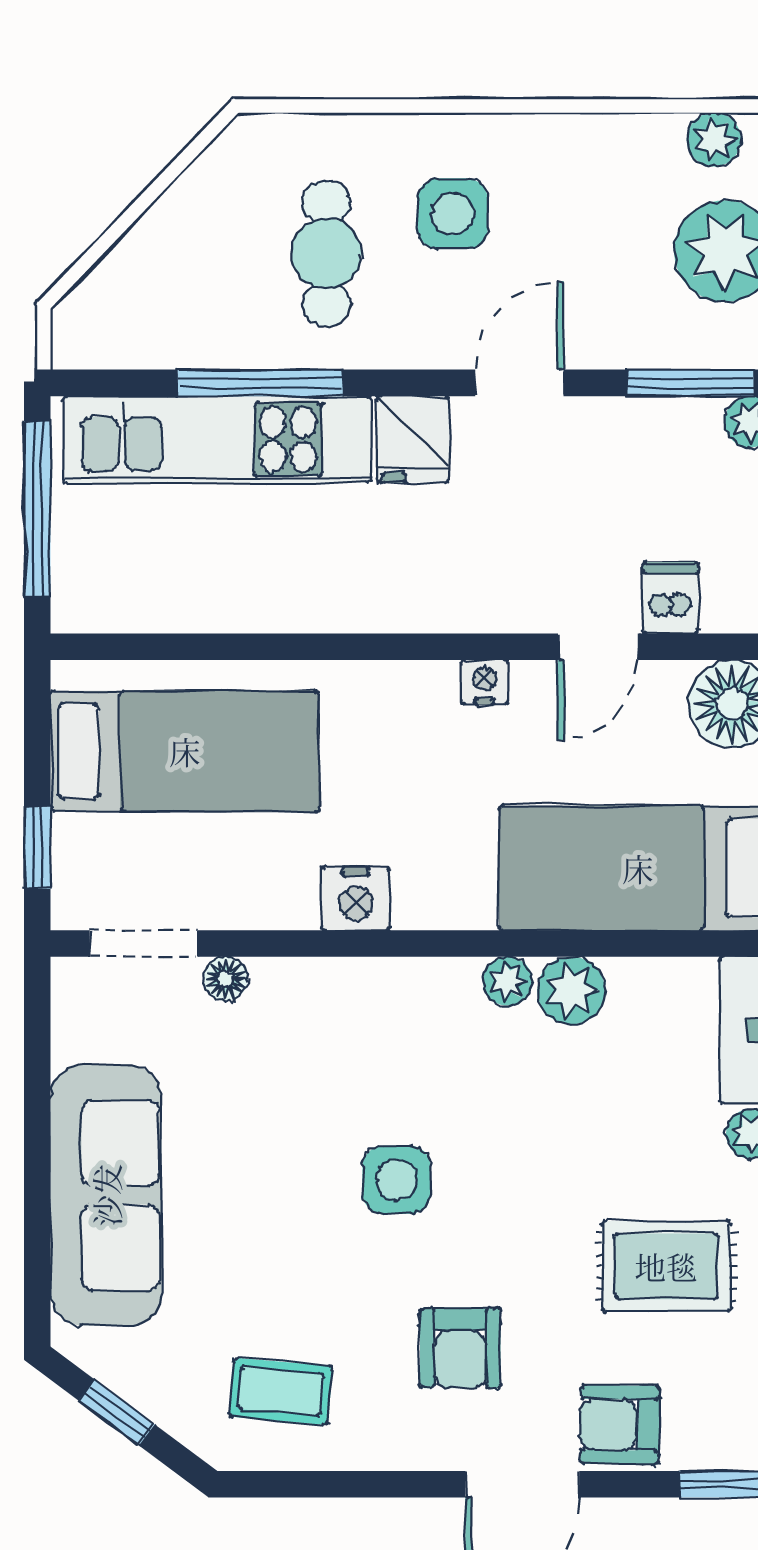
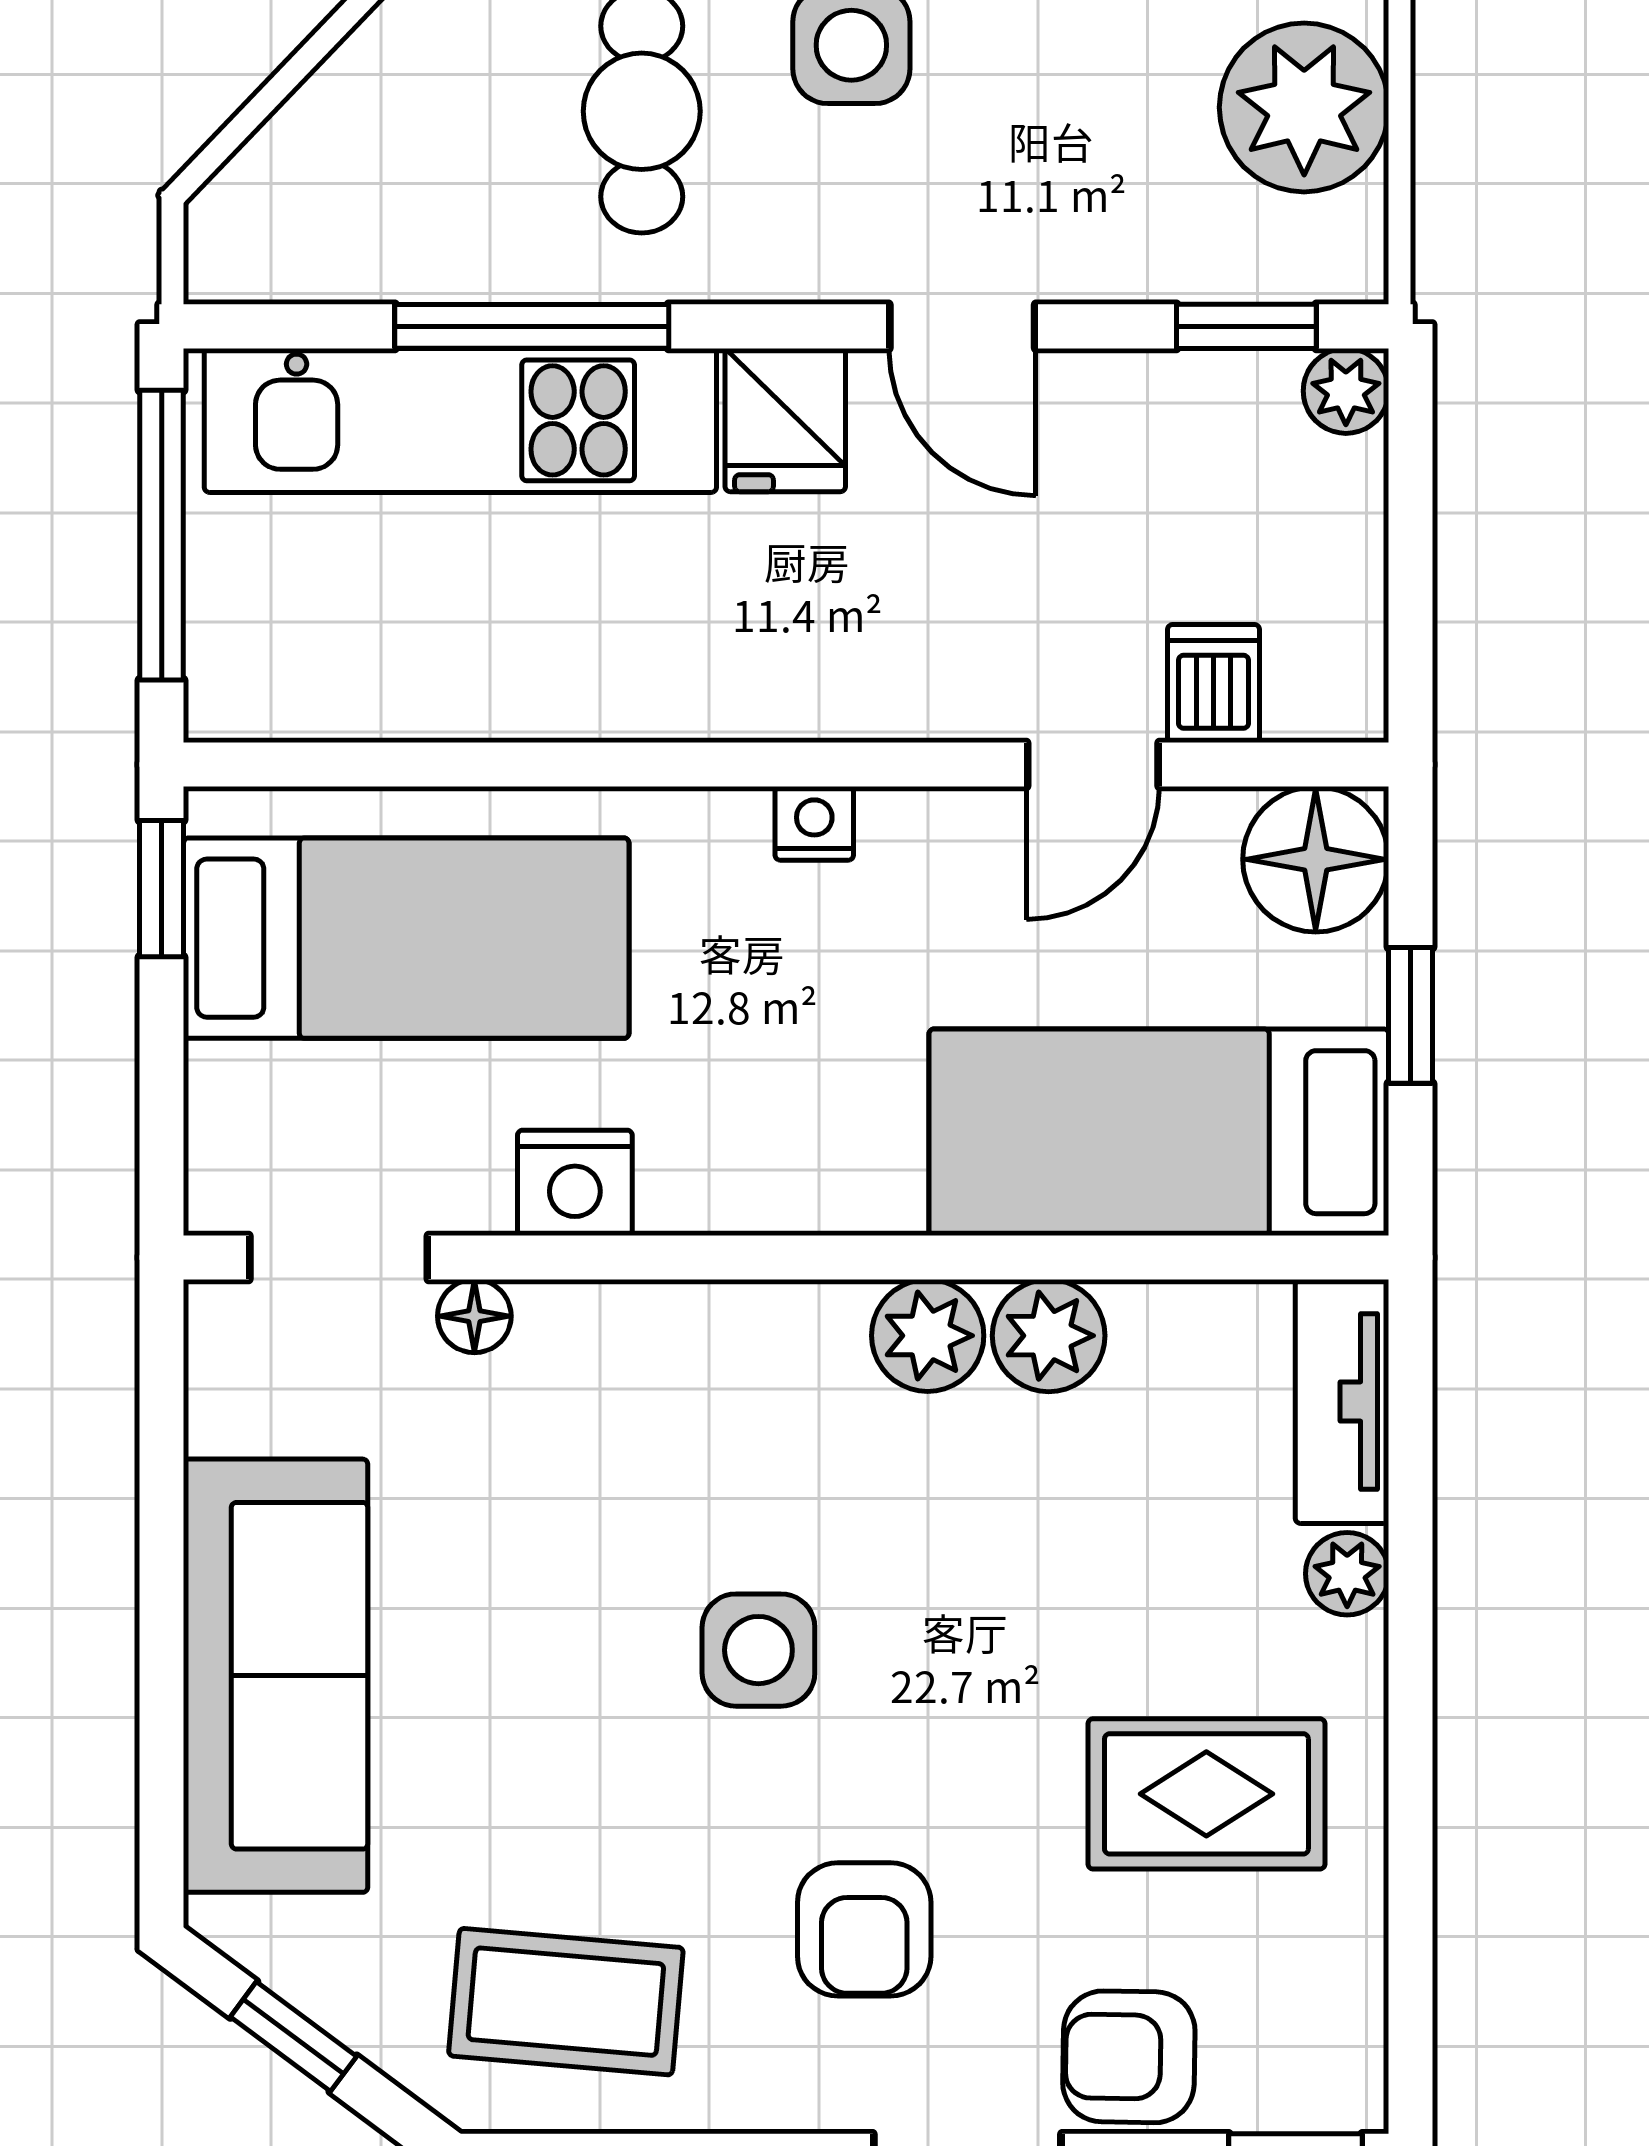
door: (519, 383) -> (962, 326), swing flipped
window: (690, 383) -> (1246, 326), width x0.67
nightstand: (485, 682) -> (814, 823), moved
window: (37, 848) -> (162, 889), moved
nightstand: (356, 899) -> (575, 1183), moved
plant: (508, 981) -> (928, 1336), width x1.38, depth x1.38
coffee table: (281, 1391) -> (566, 2002), width x1.36, depth x1.30

